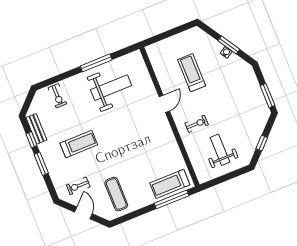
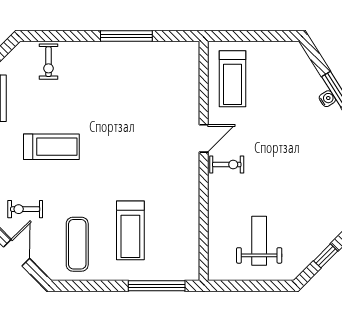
treadmill: (192, 73) -> (232, 79), moved, turned 180
weight bench: (111, 88) -> (134, 82), removed
exercise bike: (197, 124) -> (227, 164), moved
treadmill: (170, 184) -> (130, 230), moved, turned -90

